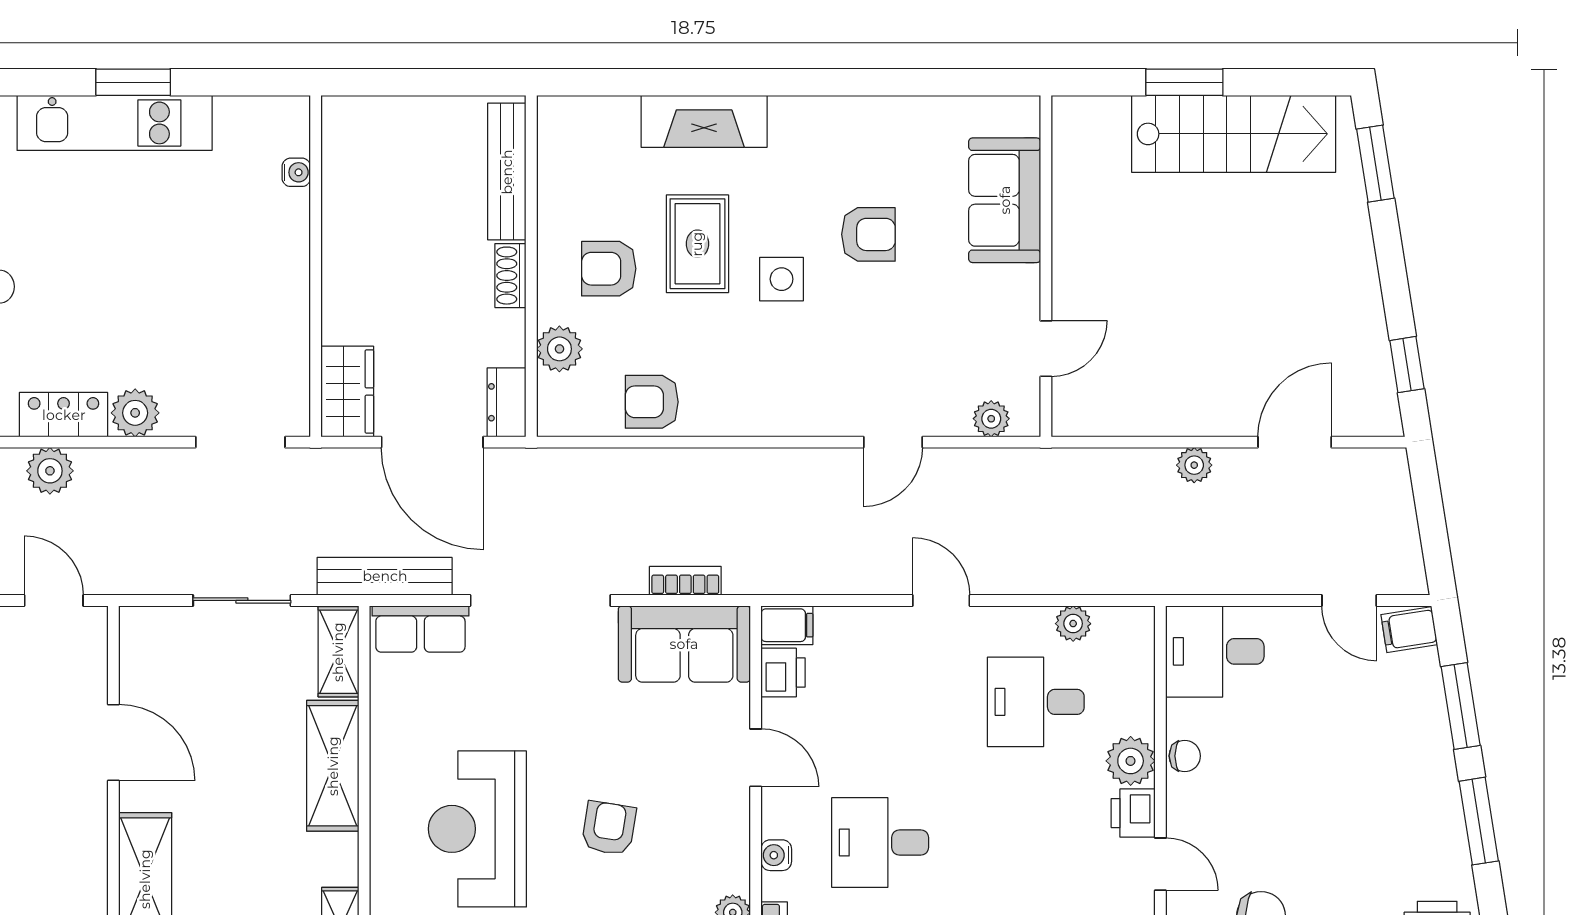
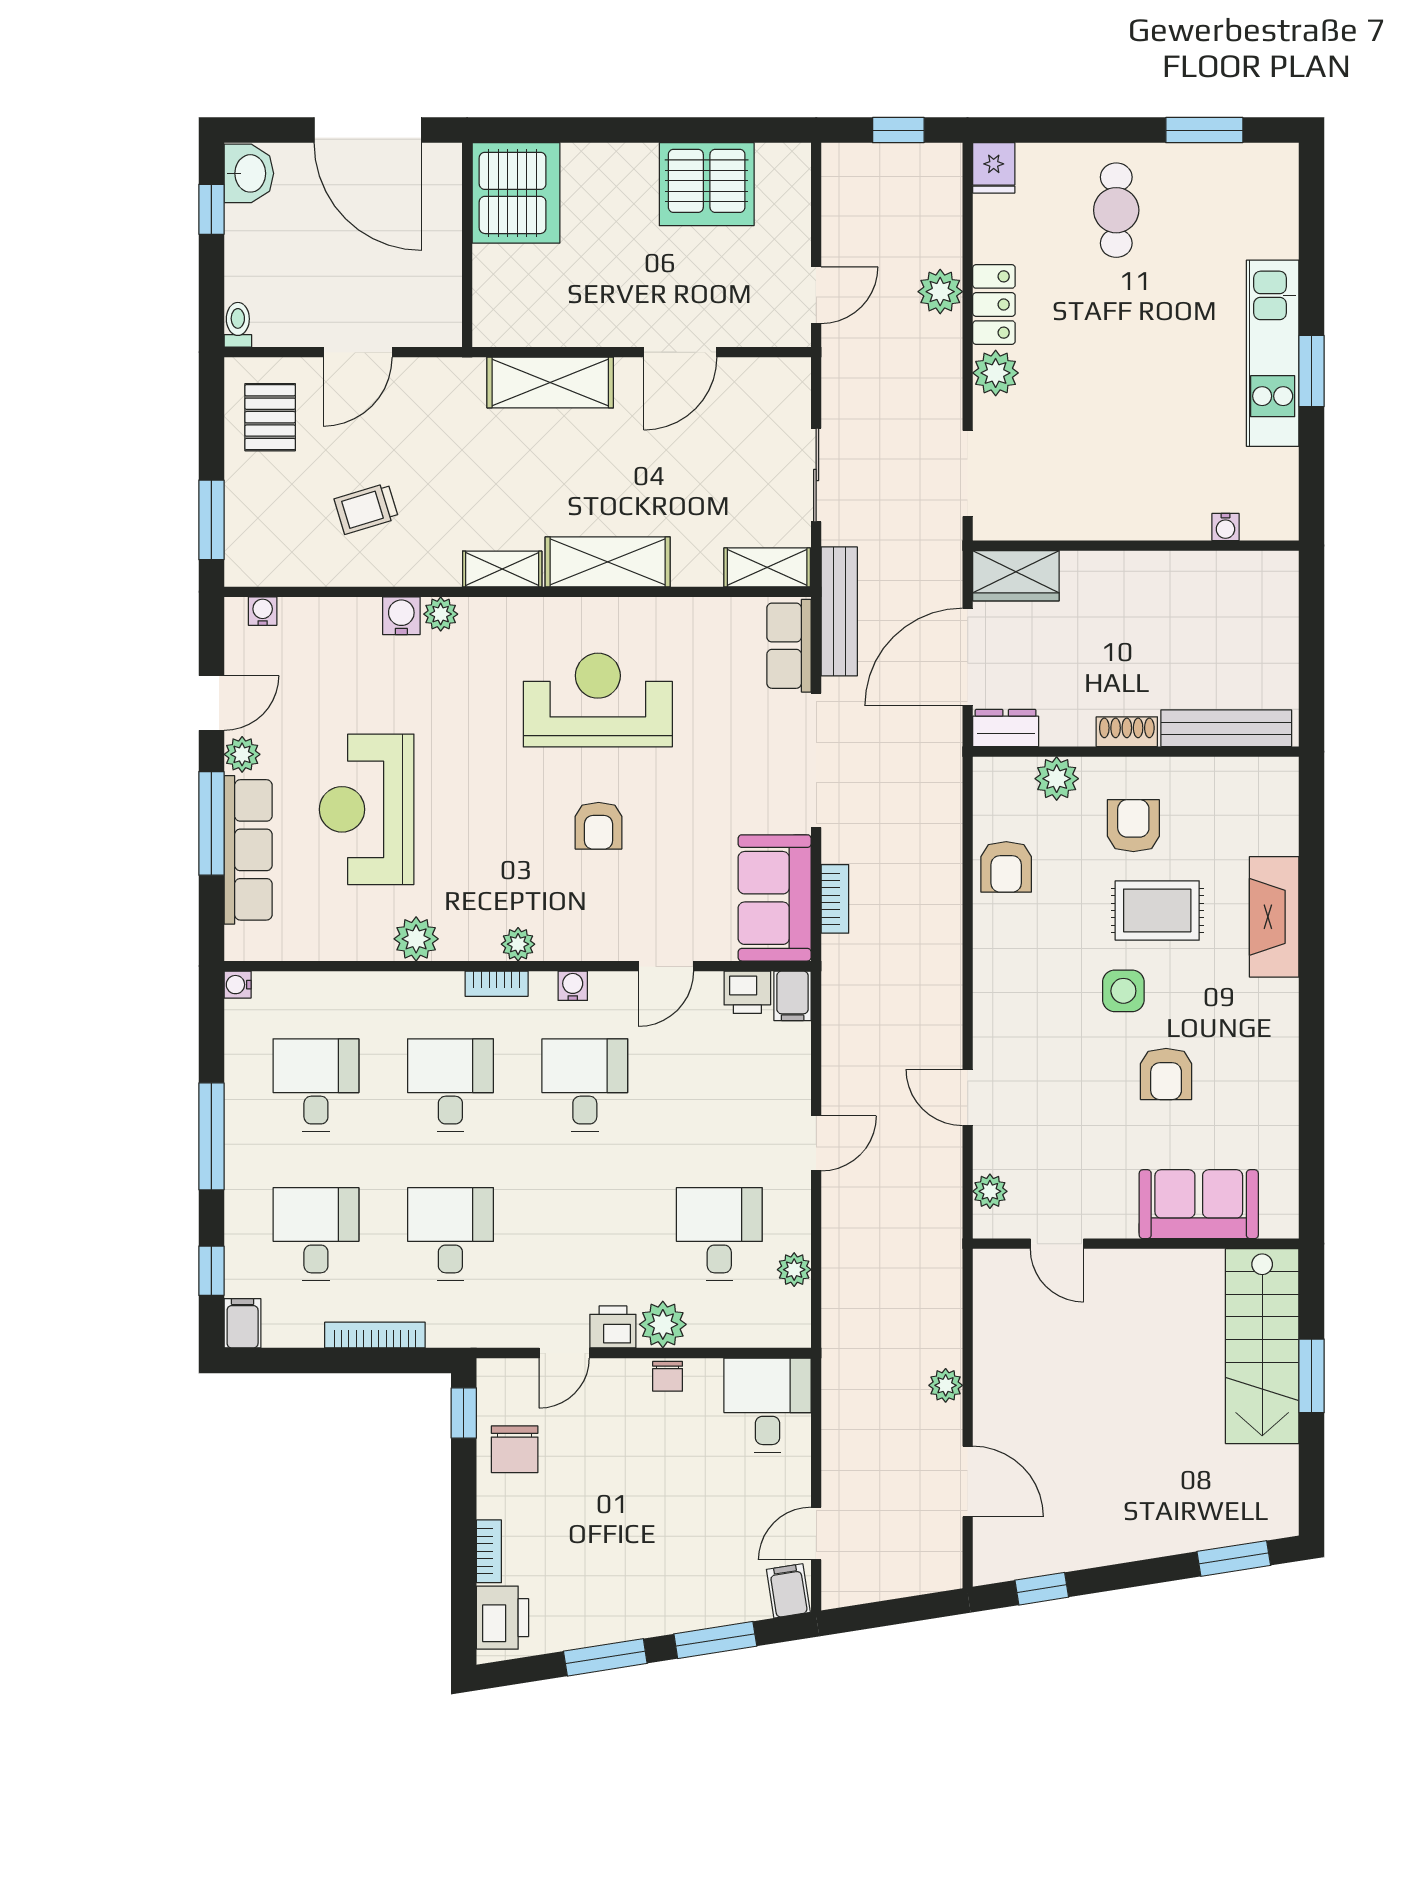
stairs: (1234, 134) -> (1262, 1346), moved
armchair: (652, 402) -> (1006, 867), turned 180
shelving: (333, 766) -> (608, 562), moved
armchair: (609, 828) -> (599, 826), turned 81

